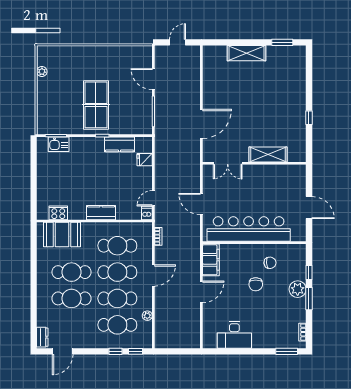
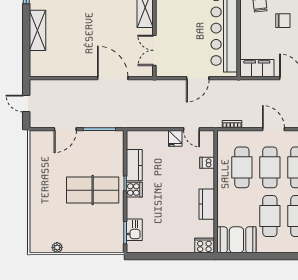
cooker: (96, 144) -> (134, 190), added
fridge: (145, 160) -> (175, 138), moved
double door: (228, 163) -> (154, 50), swing flipped
cooker: (58, 213) -> (204, 246), moved, turned 90
kitchen counter: (101, 213) -> (207, 204), moved
dishwasher: (147, 213) -> (207, 163), moved
booth: (62, 235) -> (236, 240), moved, turned 90

